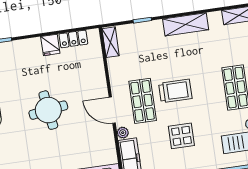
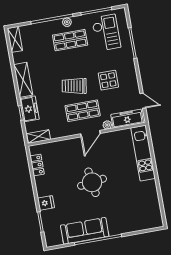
freezer: (147, 31) -> (29, 109), added
fridge: (50, 45) -> (46, 203), moved
trolley: (175, 91) -> (74, 86), turned -80

